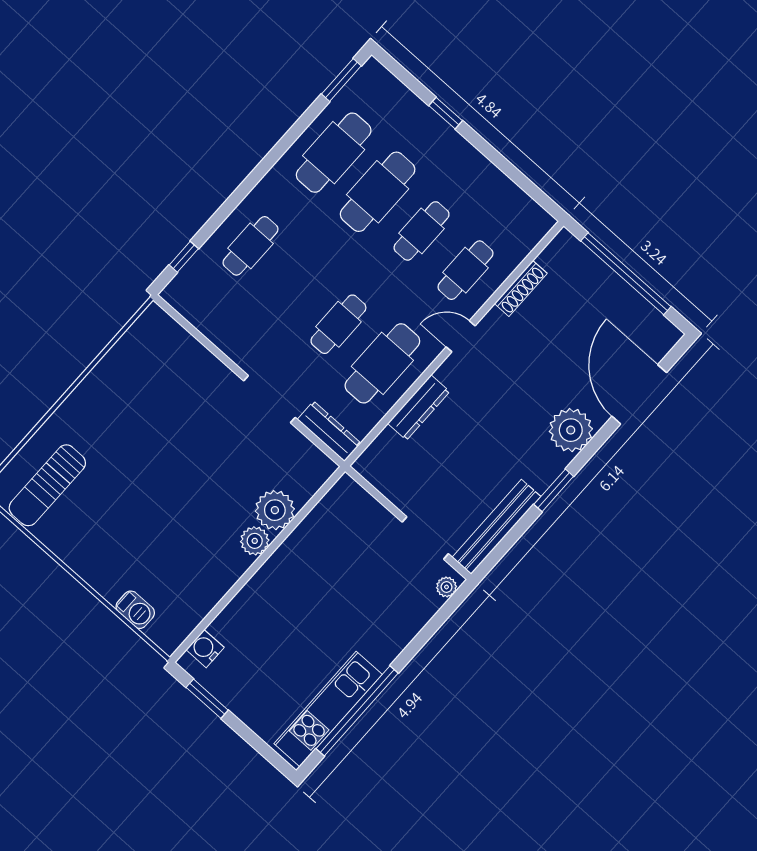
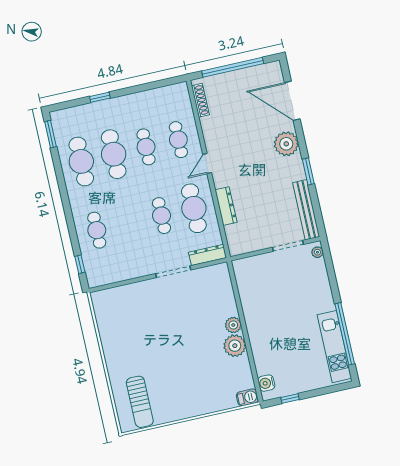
shoe rack: (521, 288) -> (200, 100), moved
plant: (275, 510) -> (235, 346), moved
barbecue: (135, 610) -> (247, 397), moved
window: (207, 699) -> (290, 399), width x0.67

